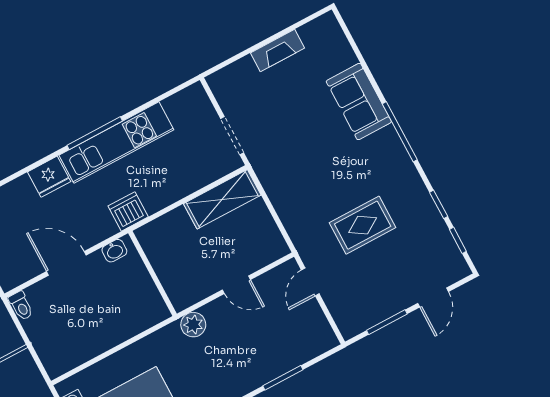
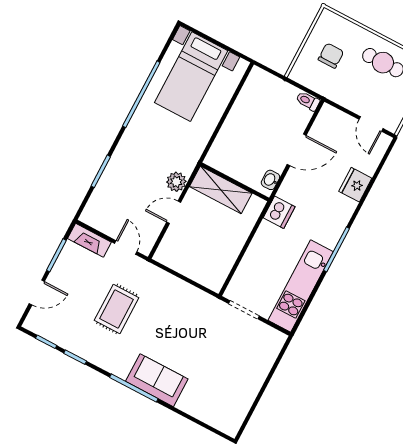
fireplace: (277, 50) -> (89, 240), moved, turned -90
sofa: (359, 101) -> (157, 380), moved
kitchen unit: (116, 142) -> (301, 286), moved
fridge: (49, 177) -> (355, 185), moved
shelving: (222, 199) -> (221, 190), moved, turned 90
door: (433, 298) -> (37, 293), swing flipped
plant: (193, 325) -> (176, 182), moved

